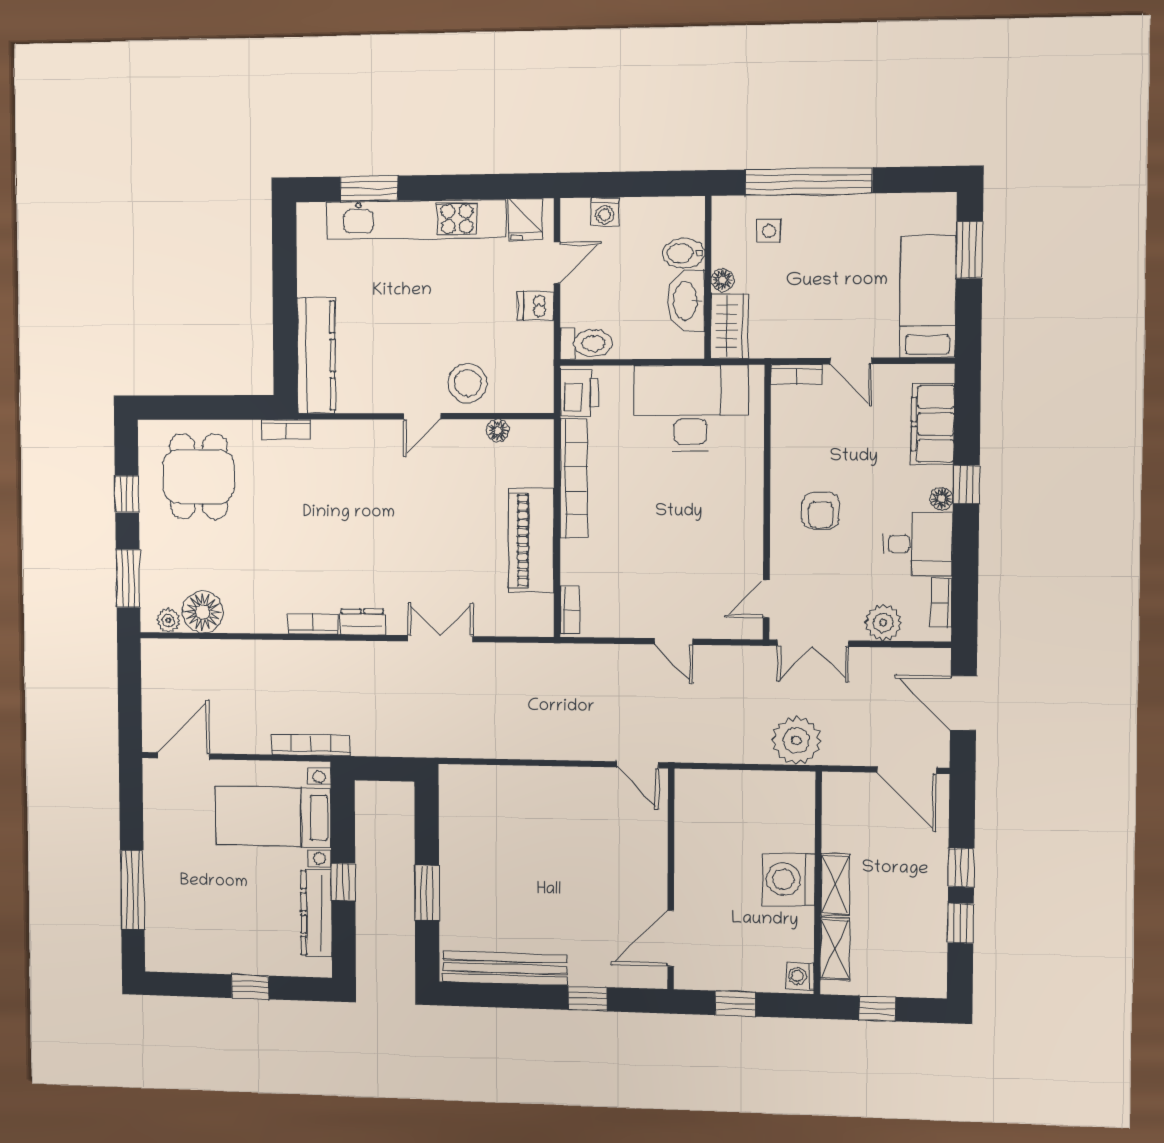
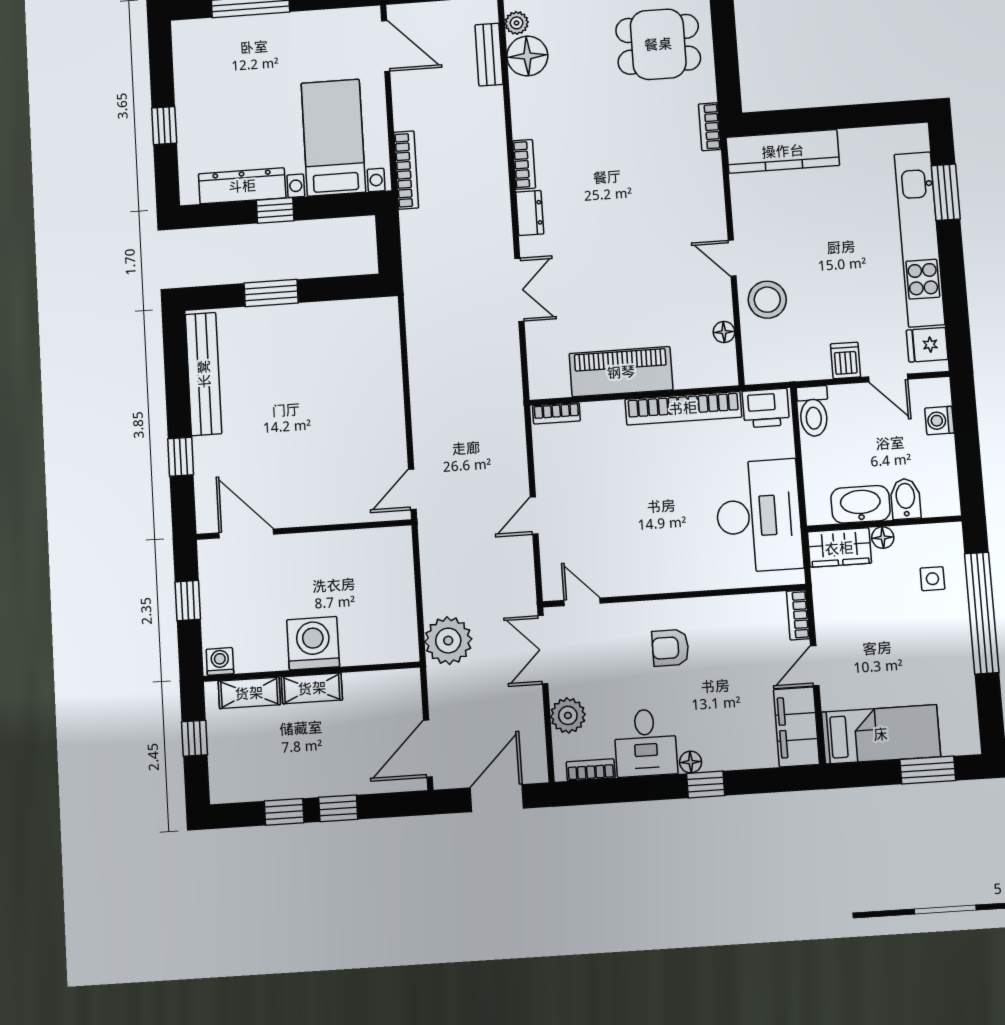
filing cabinet: (933, 424) -> (796, 727), moved, turned -90
bench: (199, 651) -> (489, 55), added

